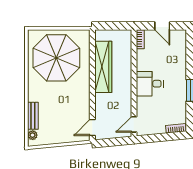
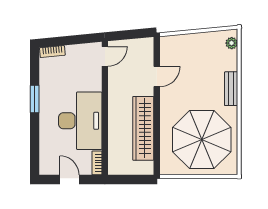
desk: (150, 84) -> (80, 121), width x1.87, depth x1.30
bench: (33, 116) -> (231, 89), moved
door: (92, 127) -> (157, 77), moved

